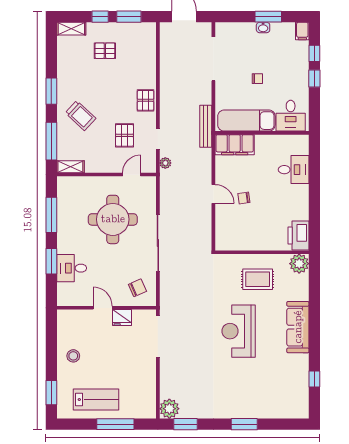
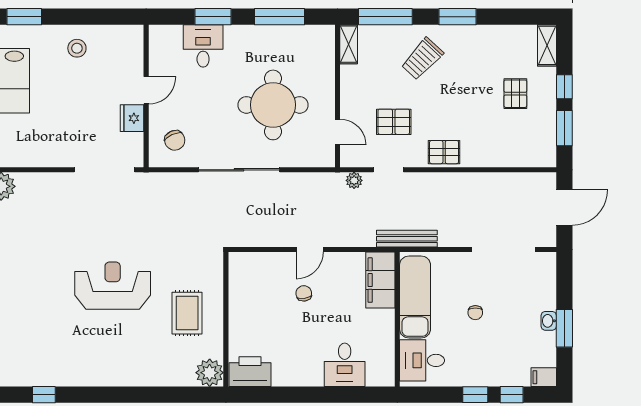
sofa: (298, 327) -> (118, 371), removed

